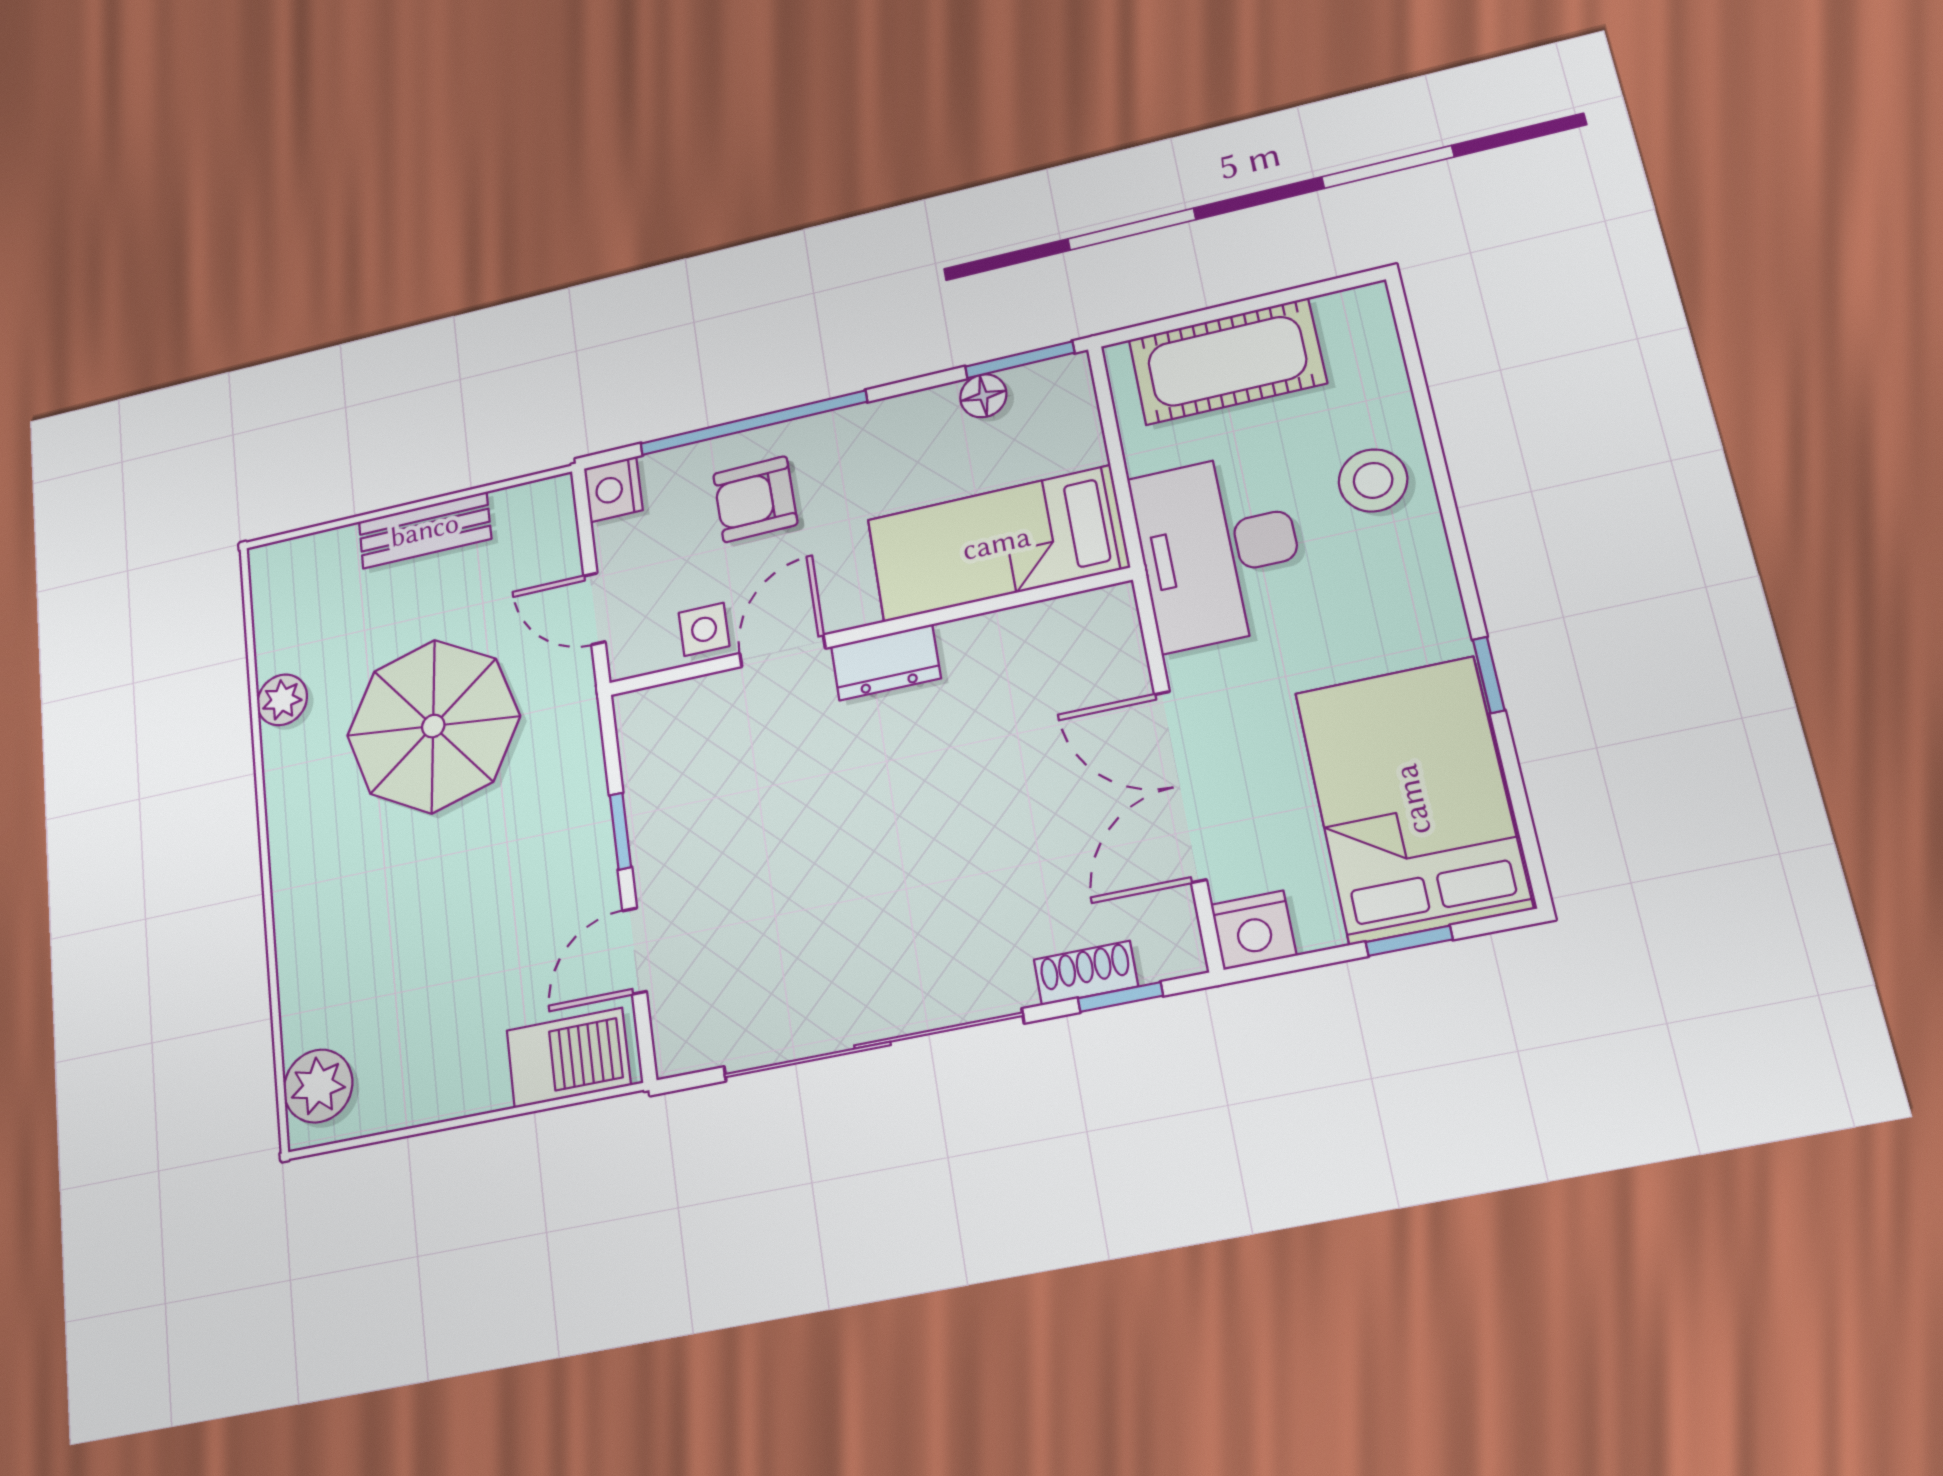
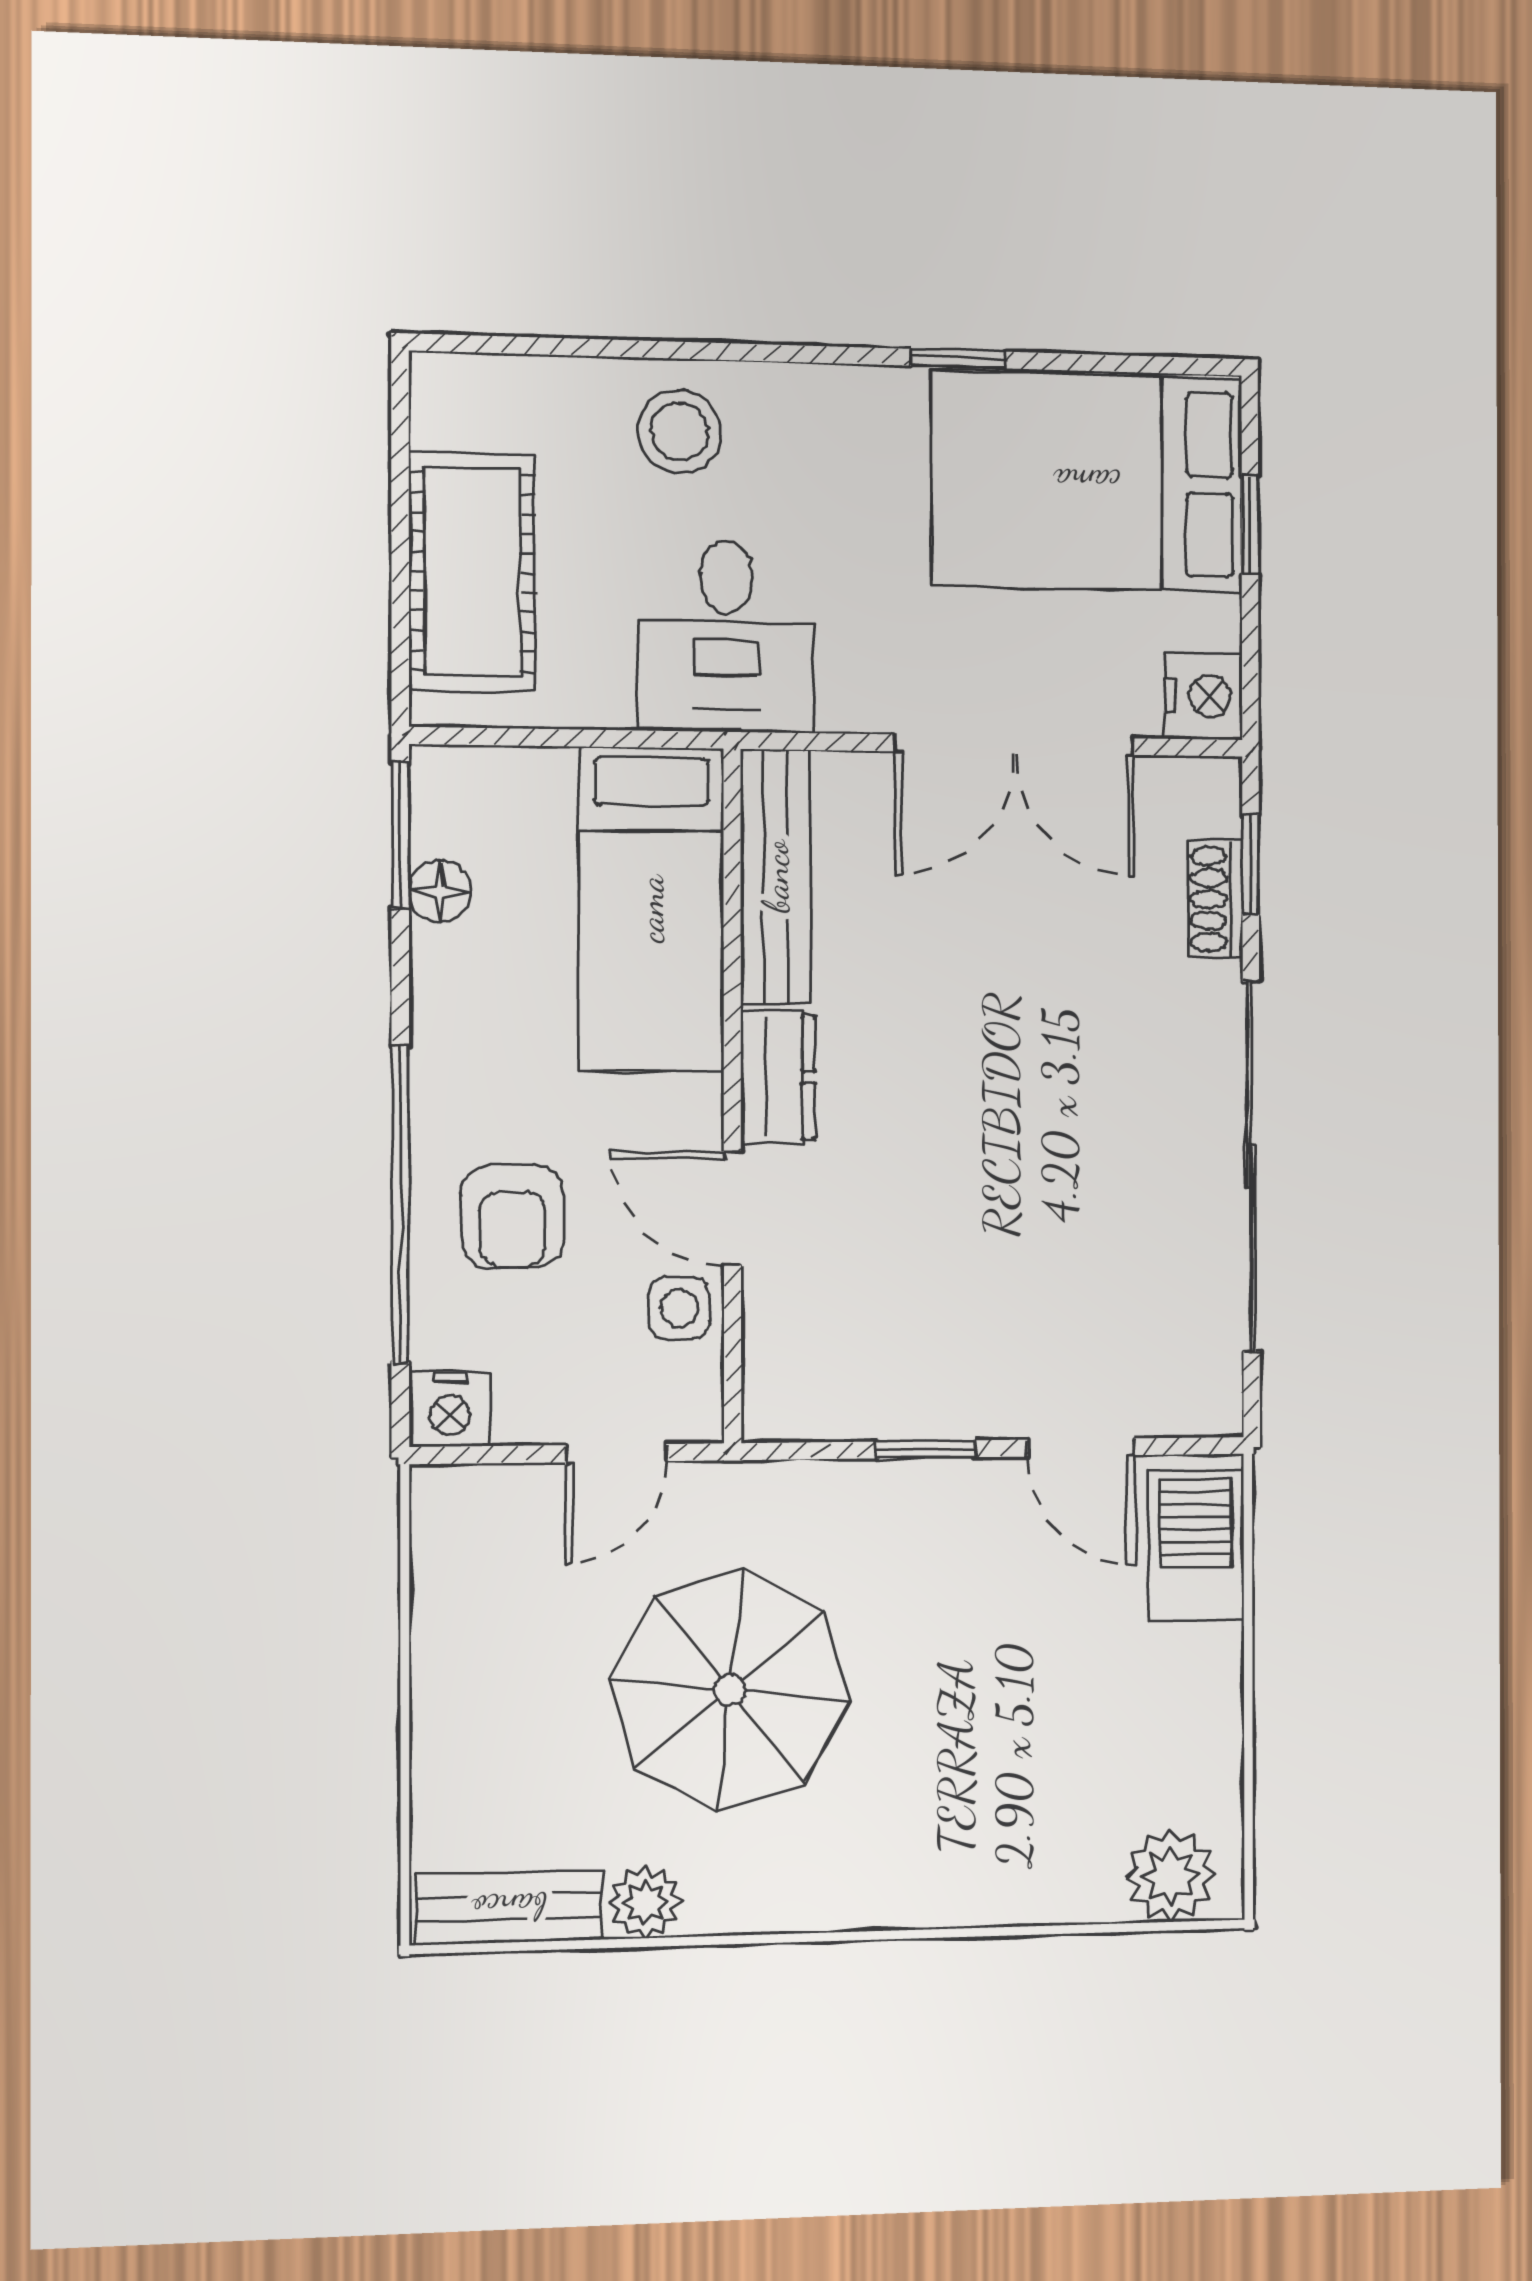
bench: (425, 530) -> (509, 1907), moved, turned 90
desk: (1219, 550) -> (726, 636), width x0.73
bench: (1039, 627) -> (776, 876), added

